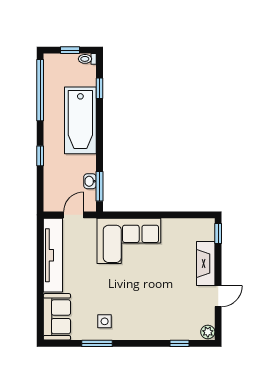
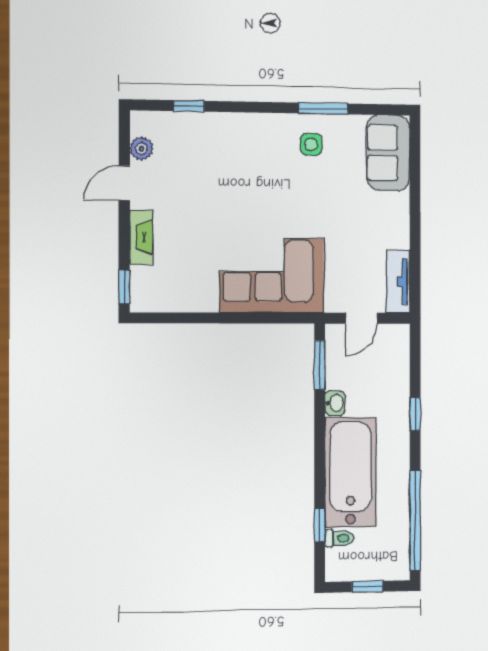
toilet: (87, 59) -> (339, 538), moved
washbasin: (90, 181) -> (335, 403), moved
tv unit: (53, 255) -> (398, 282), width x0.52, depth x0.78
fireplace: (206, 263) -> (141, 237), width x0.73, depth x0.76
plant: (208, 332) -> (141, 149), moved

